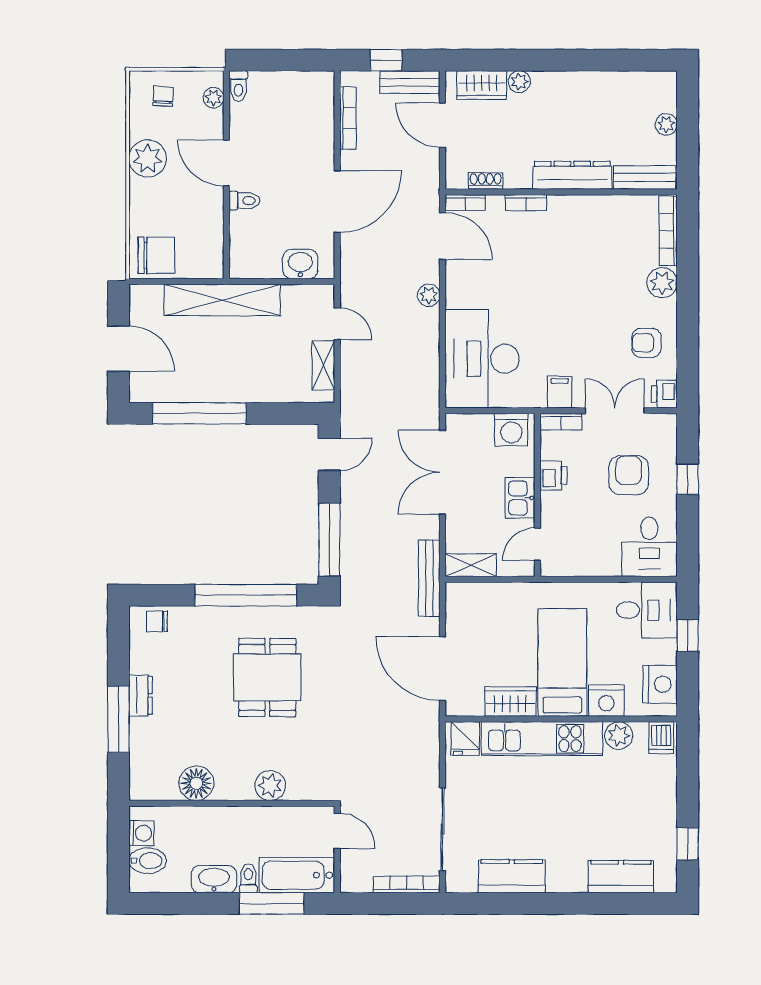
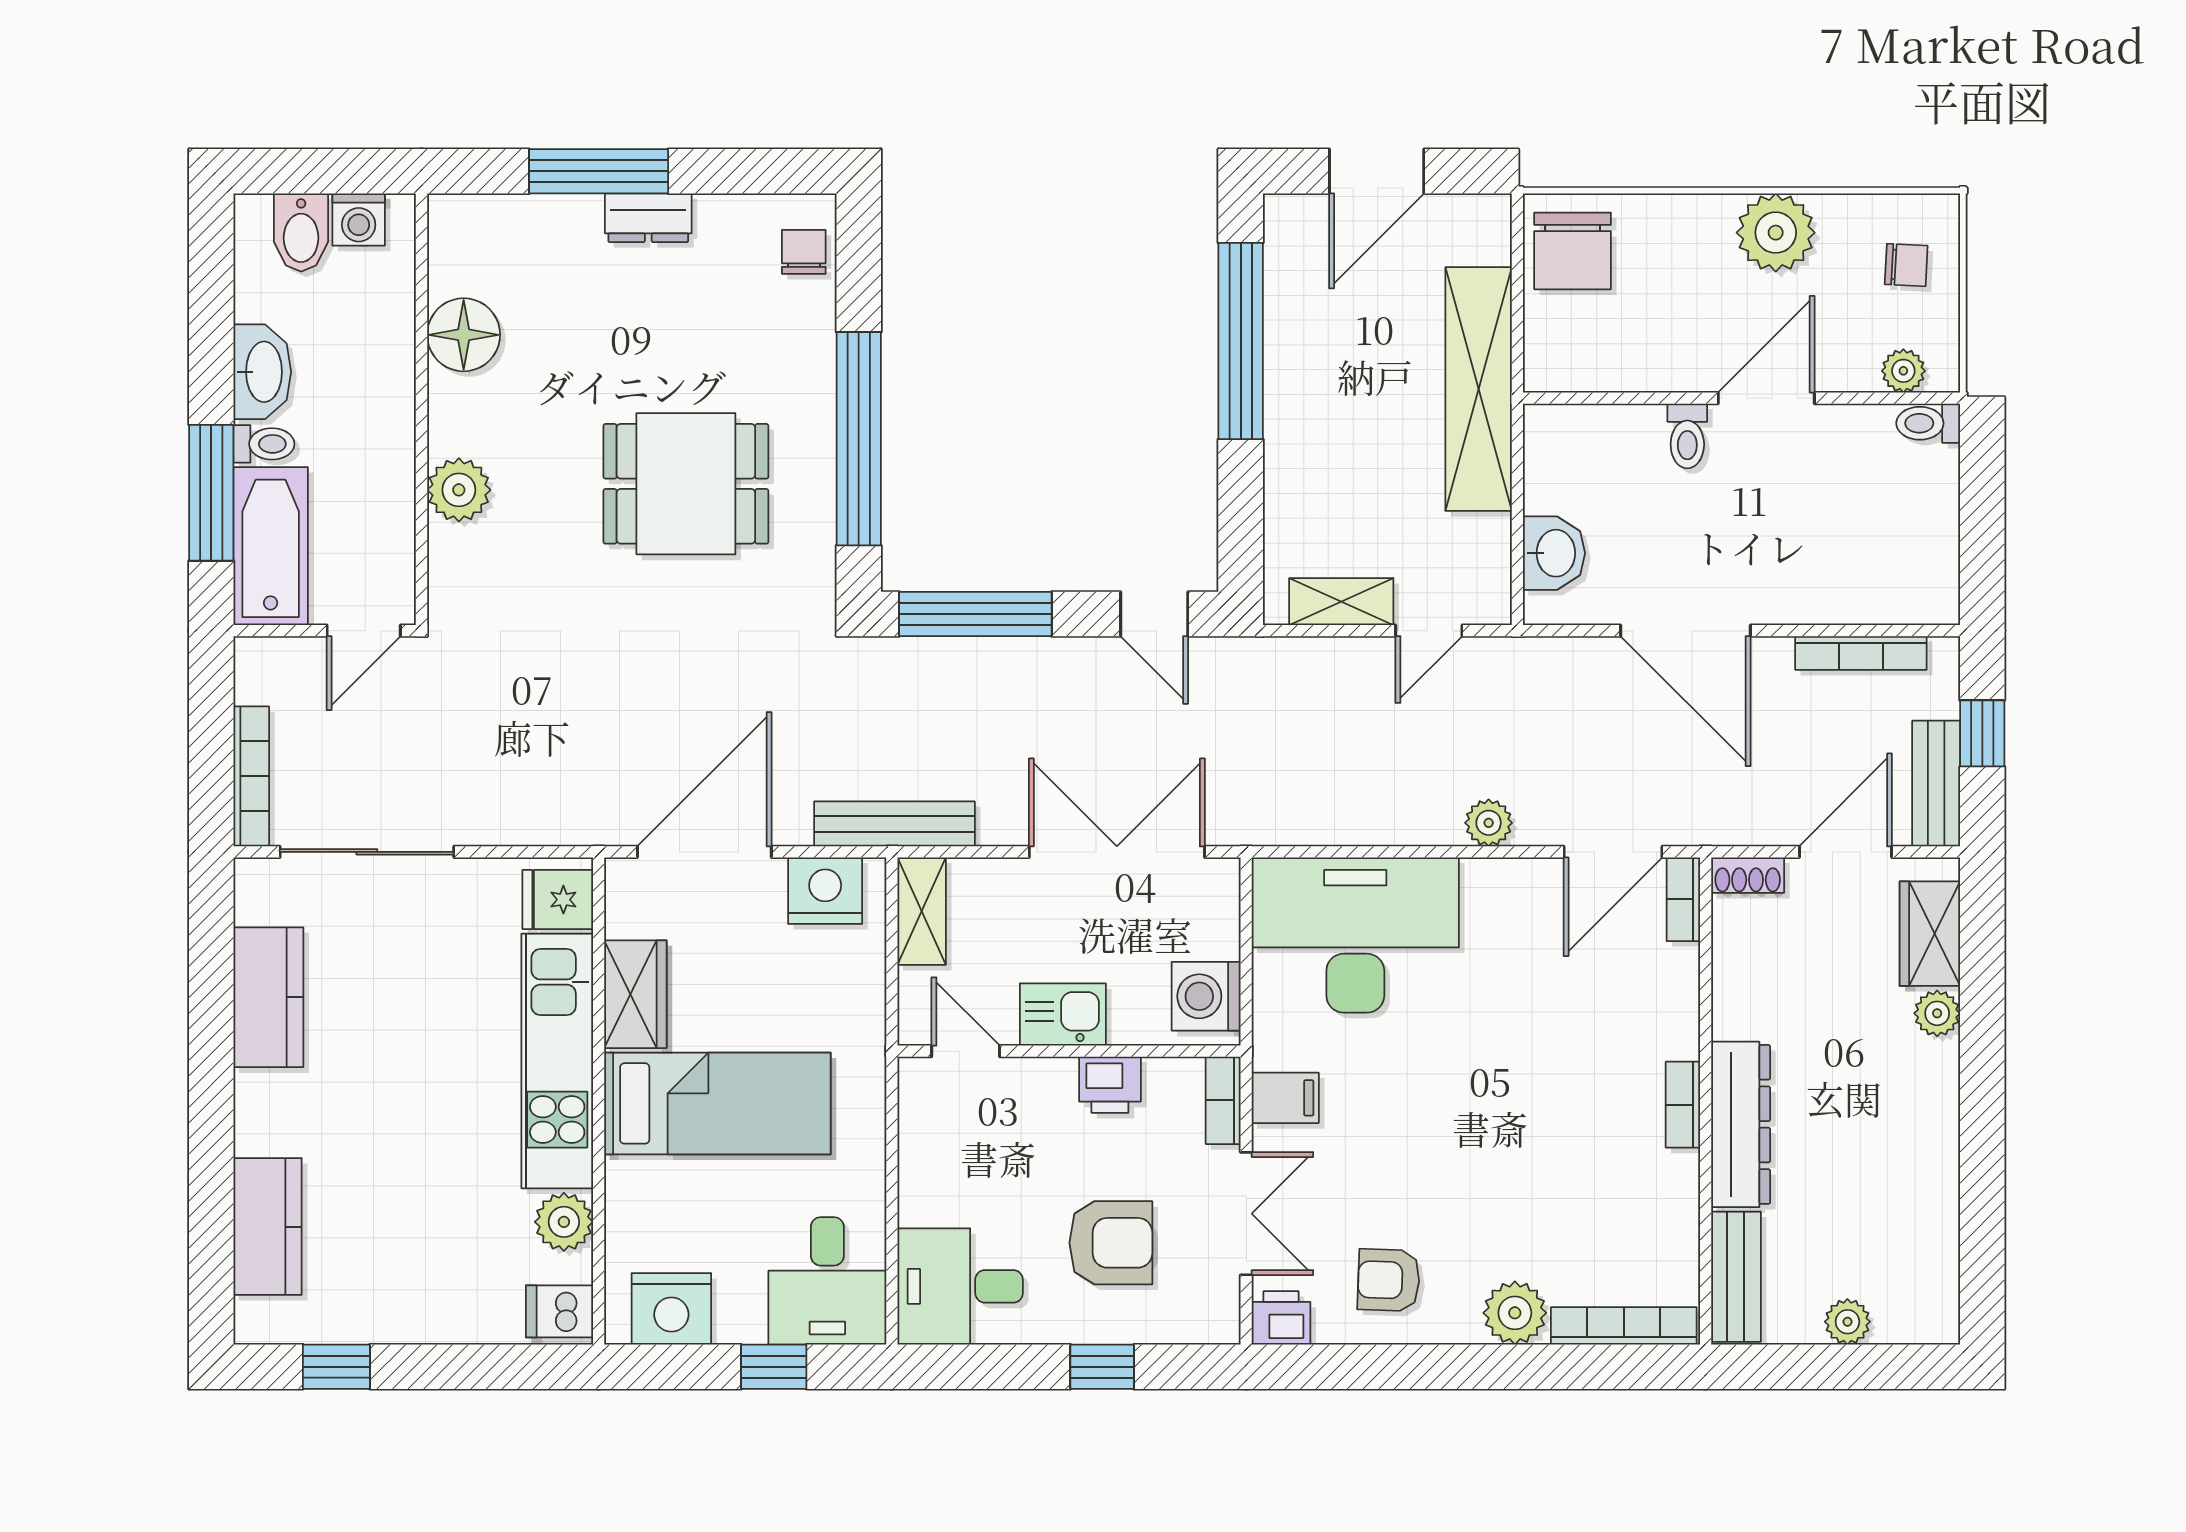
shoe rack: (486, 181) -> (1748, 875), moved, turned 90
bookcase: (526, 203) -> (1683, 1105), moved
armchair: (646, 343) -> (1389, 1280), turned -88
nightstand: (606, 701) -> (825, 891), moved, turned 90

